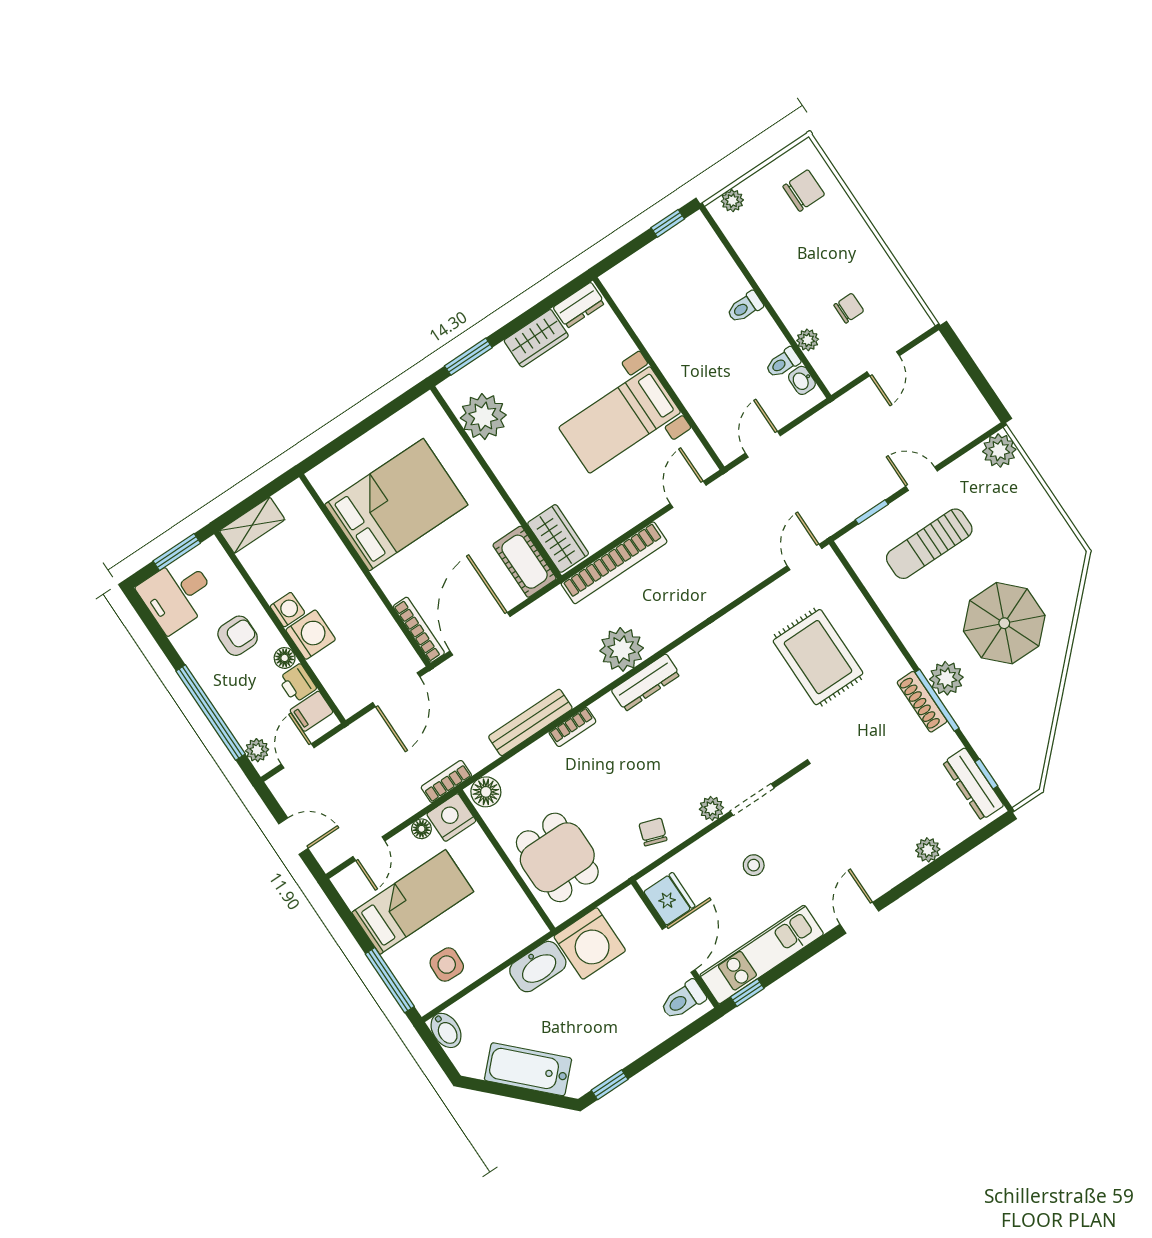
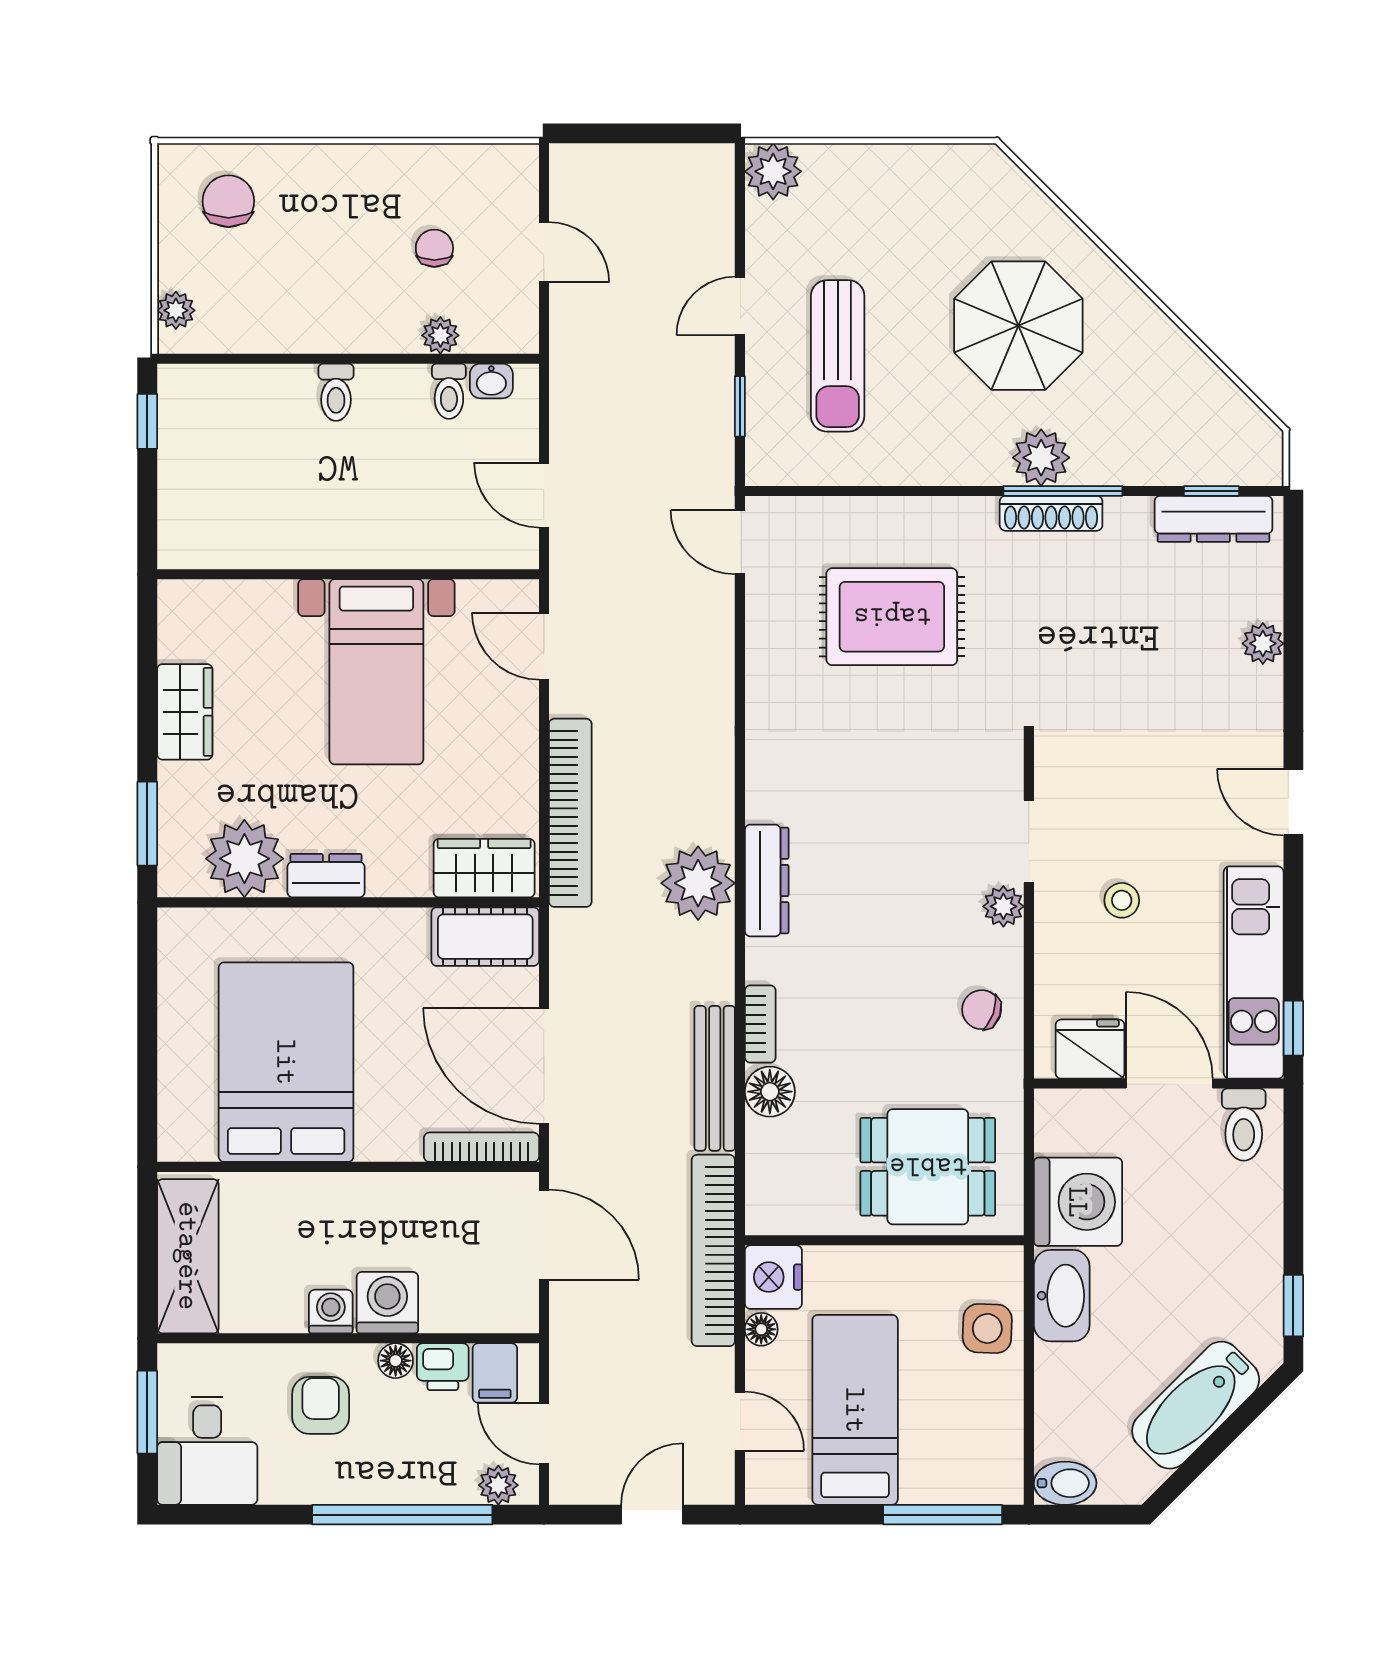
dresser: (579, 305) -> (326, 876), moved, turned -90
shelving: (252, 525) -> (188, 1256), width x1.50, depth x1.33
bookcase: (446, 781) -> (713, 1250), width x2.31, depth x1.31
floor lamp: (486, 792) -> (770, 1092), moved
side table: (447, 965) -> (987, 1328), moved

